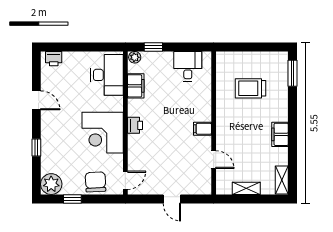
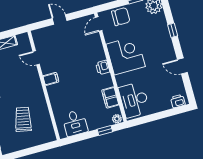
trolley: (250, 88) -> (23, 119), turned -78
chair: (96, 182) -> (121, 17), turned -87

